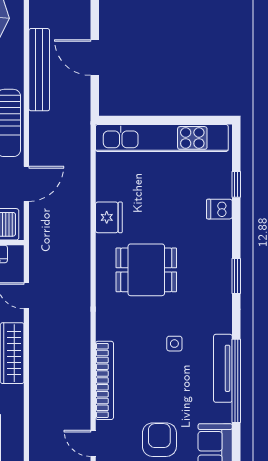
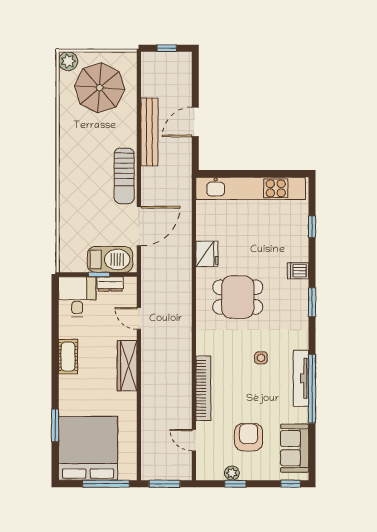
door: (95, 58) -> (195, 122), hinge flipped
door: (26, 184) -> (139, 226), width x1.36
dishwasher: (219, 209) -> (298, 271), moved

